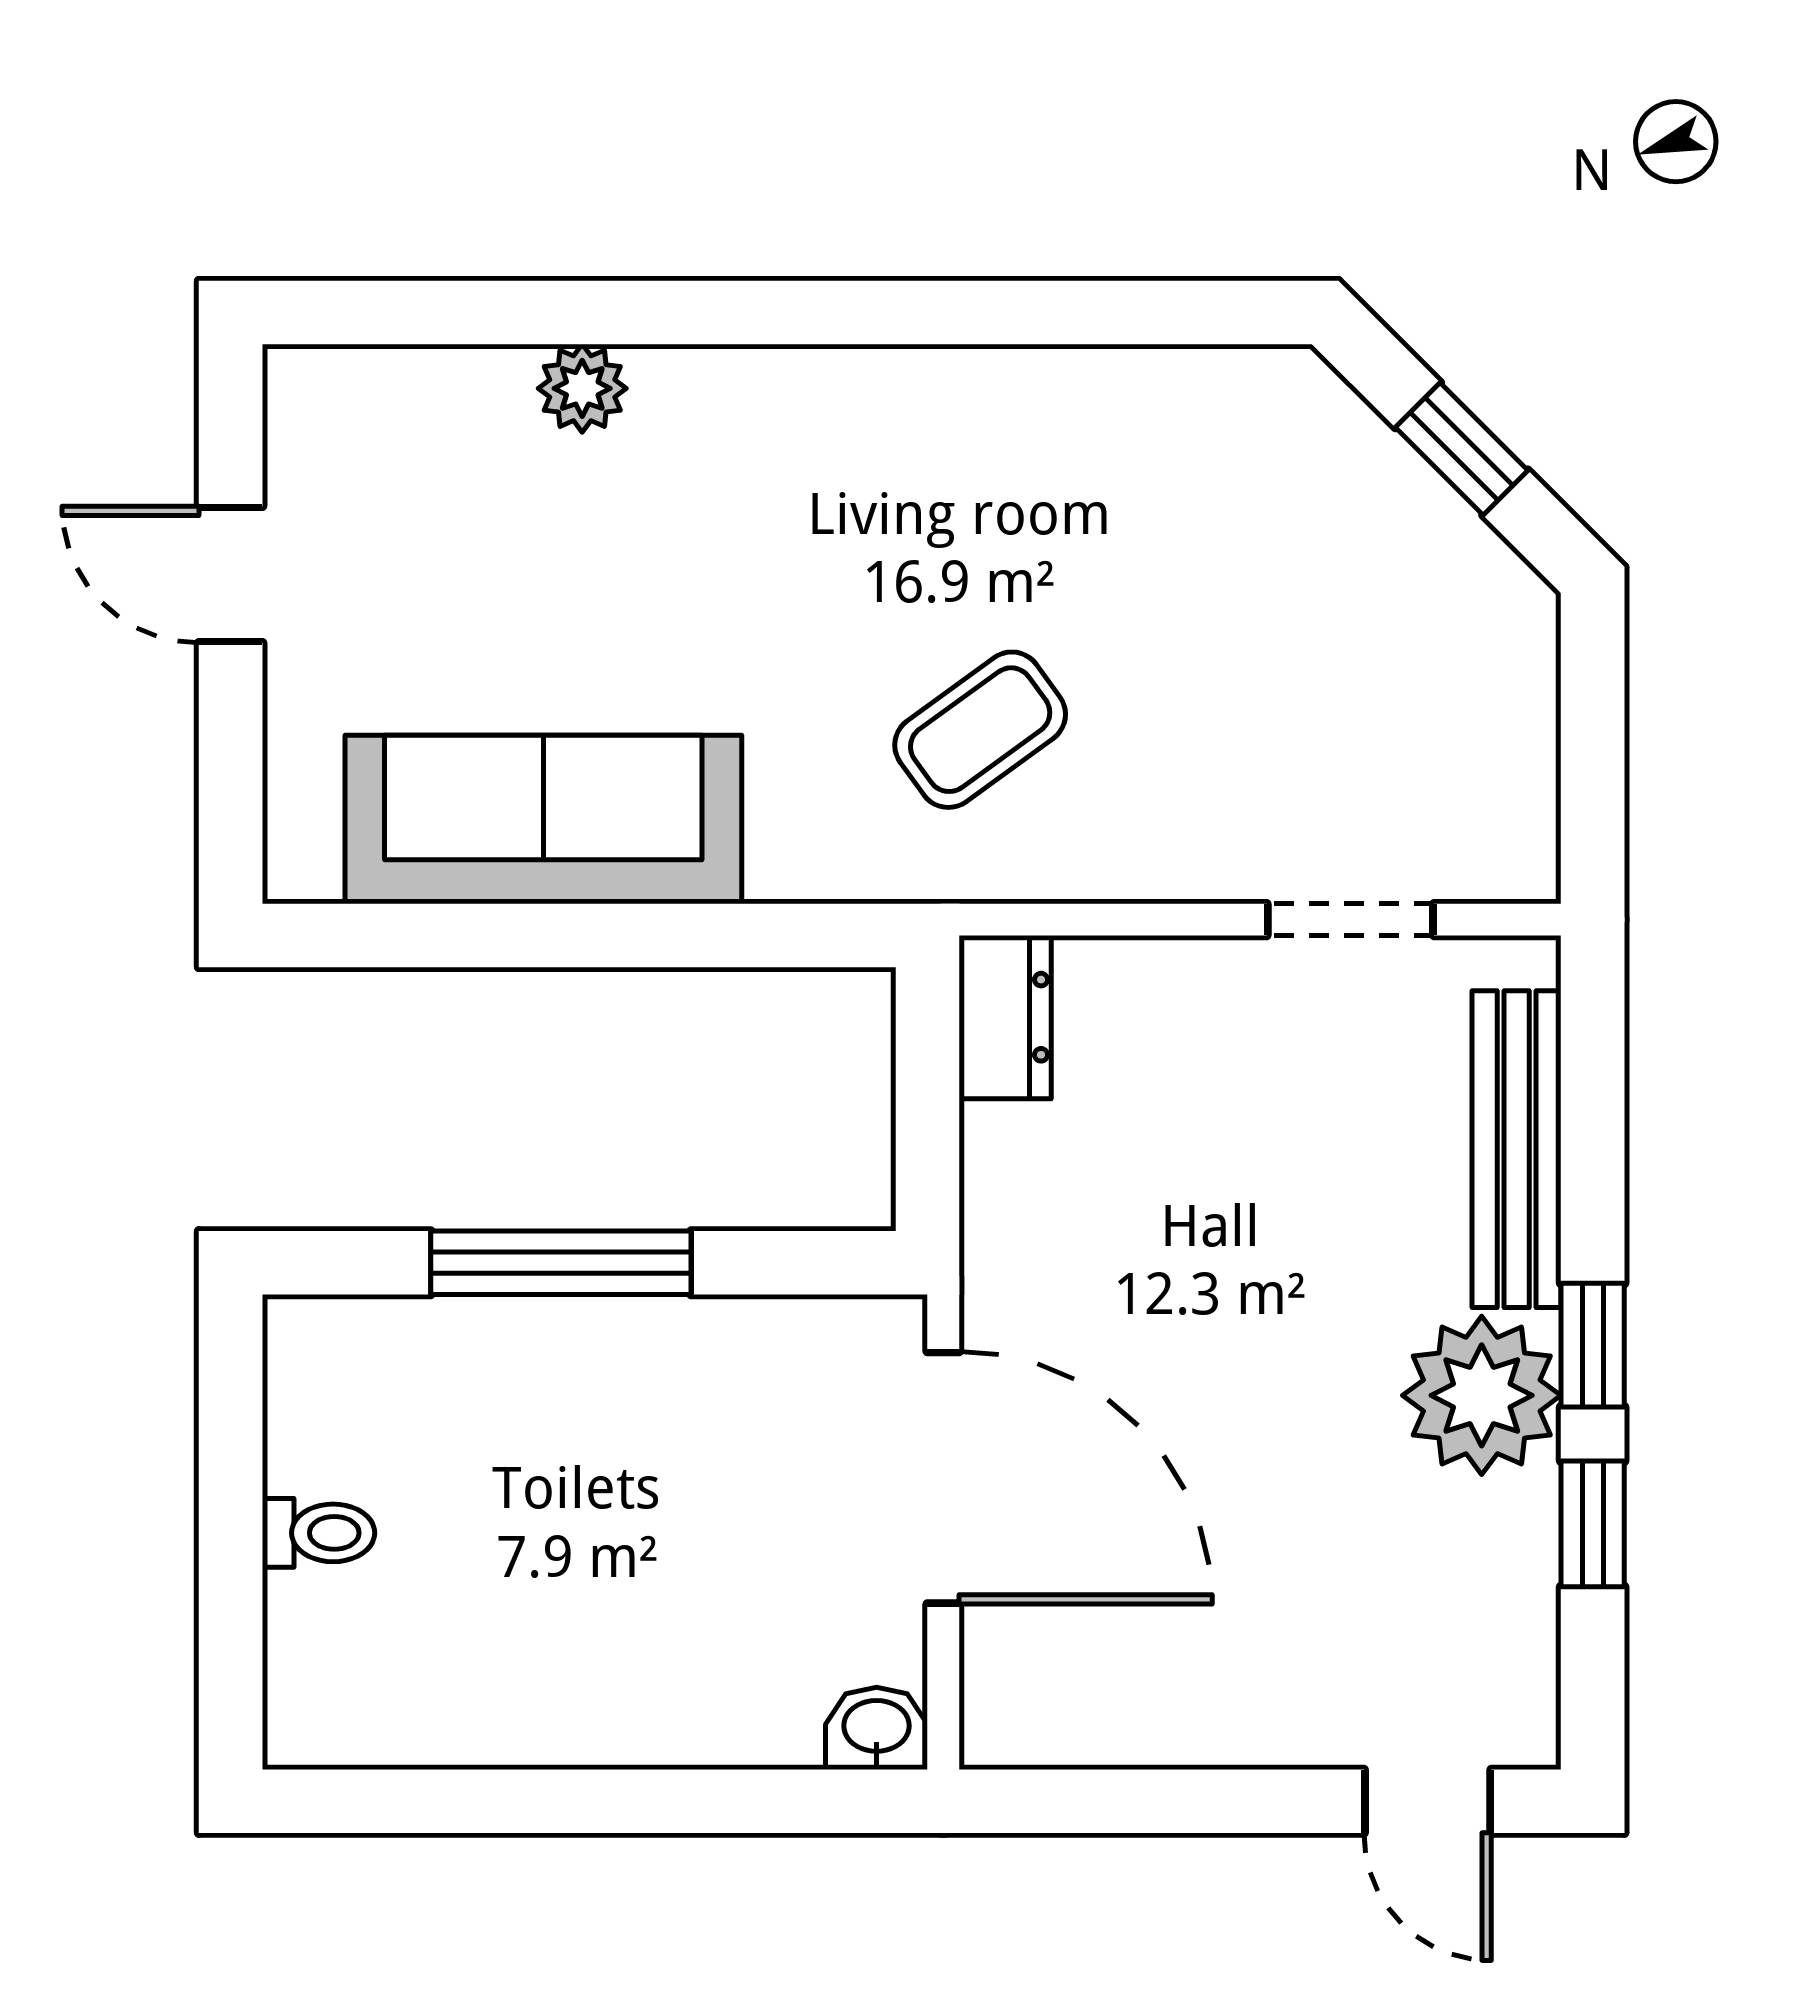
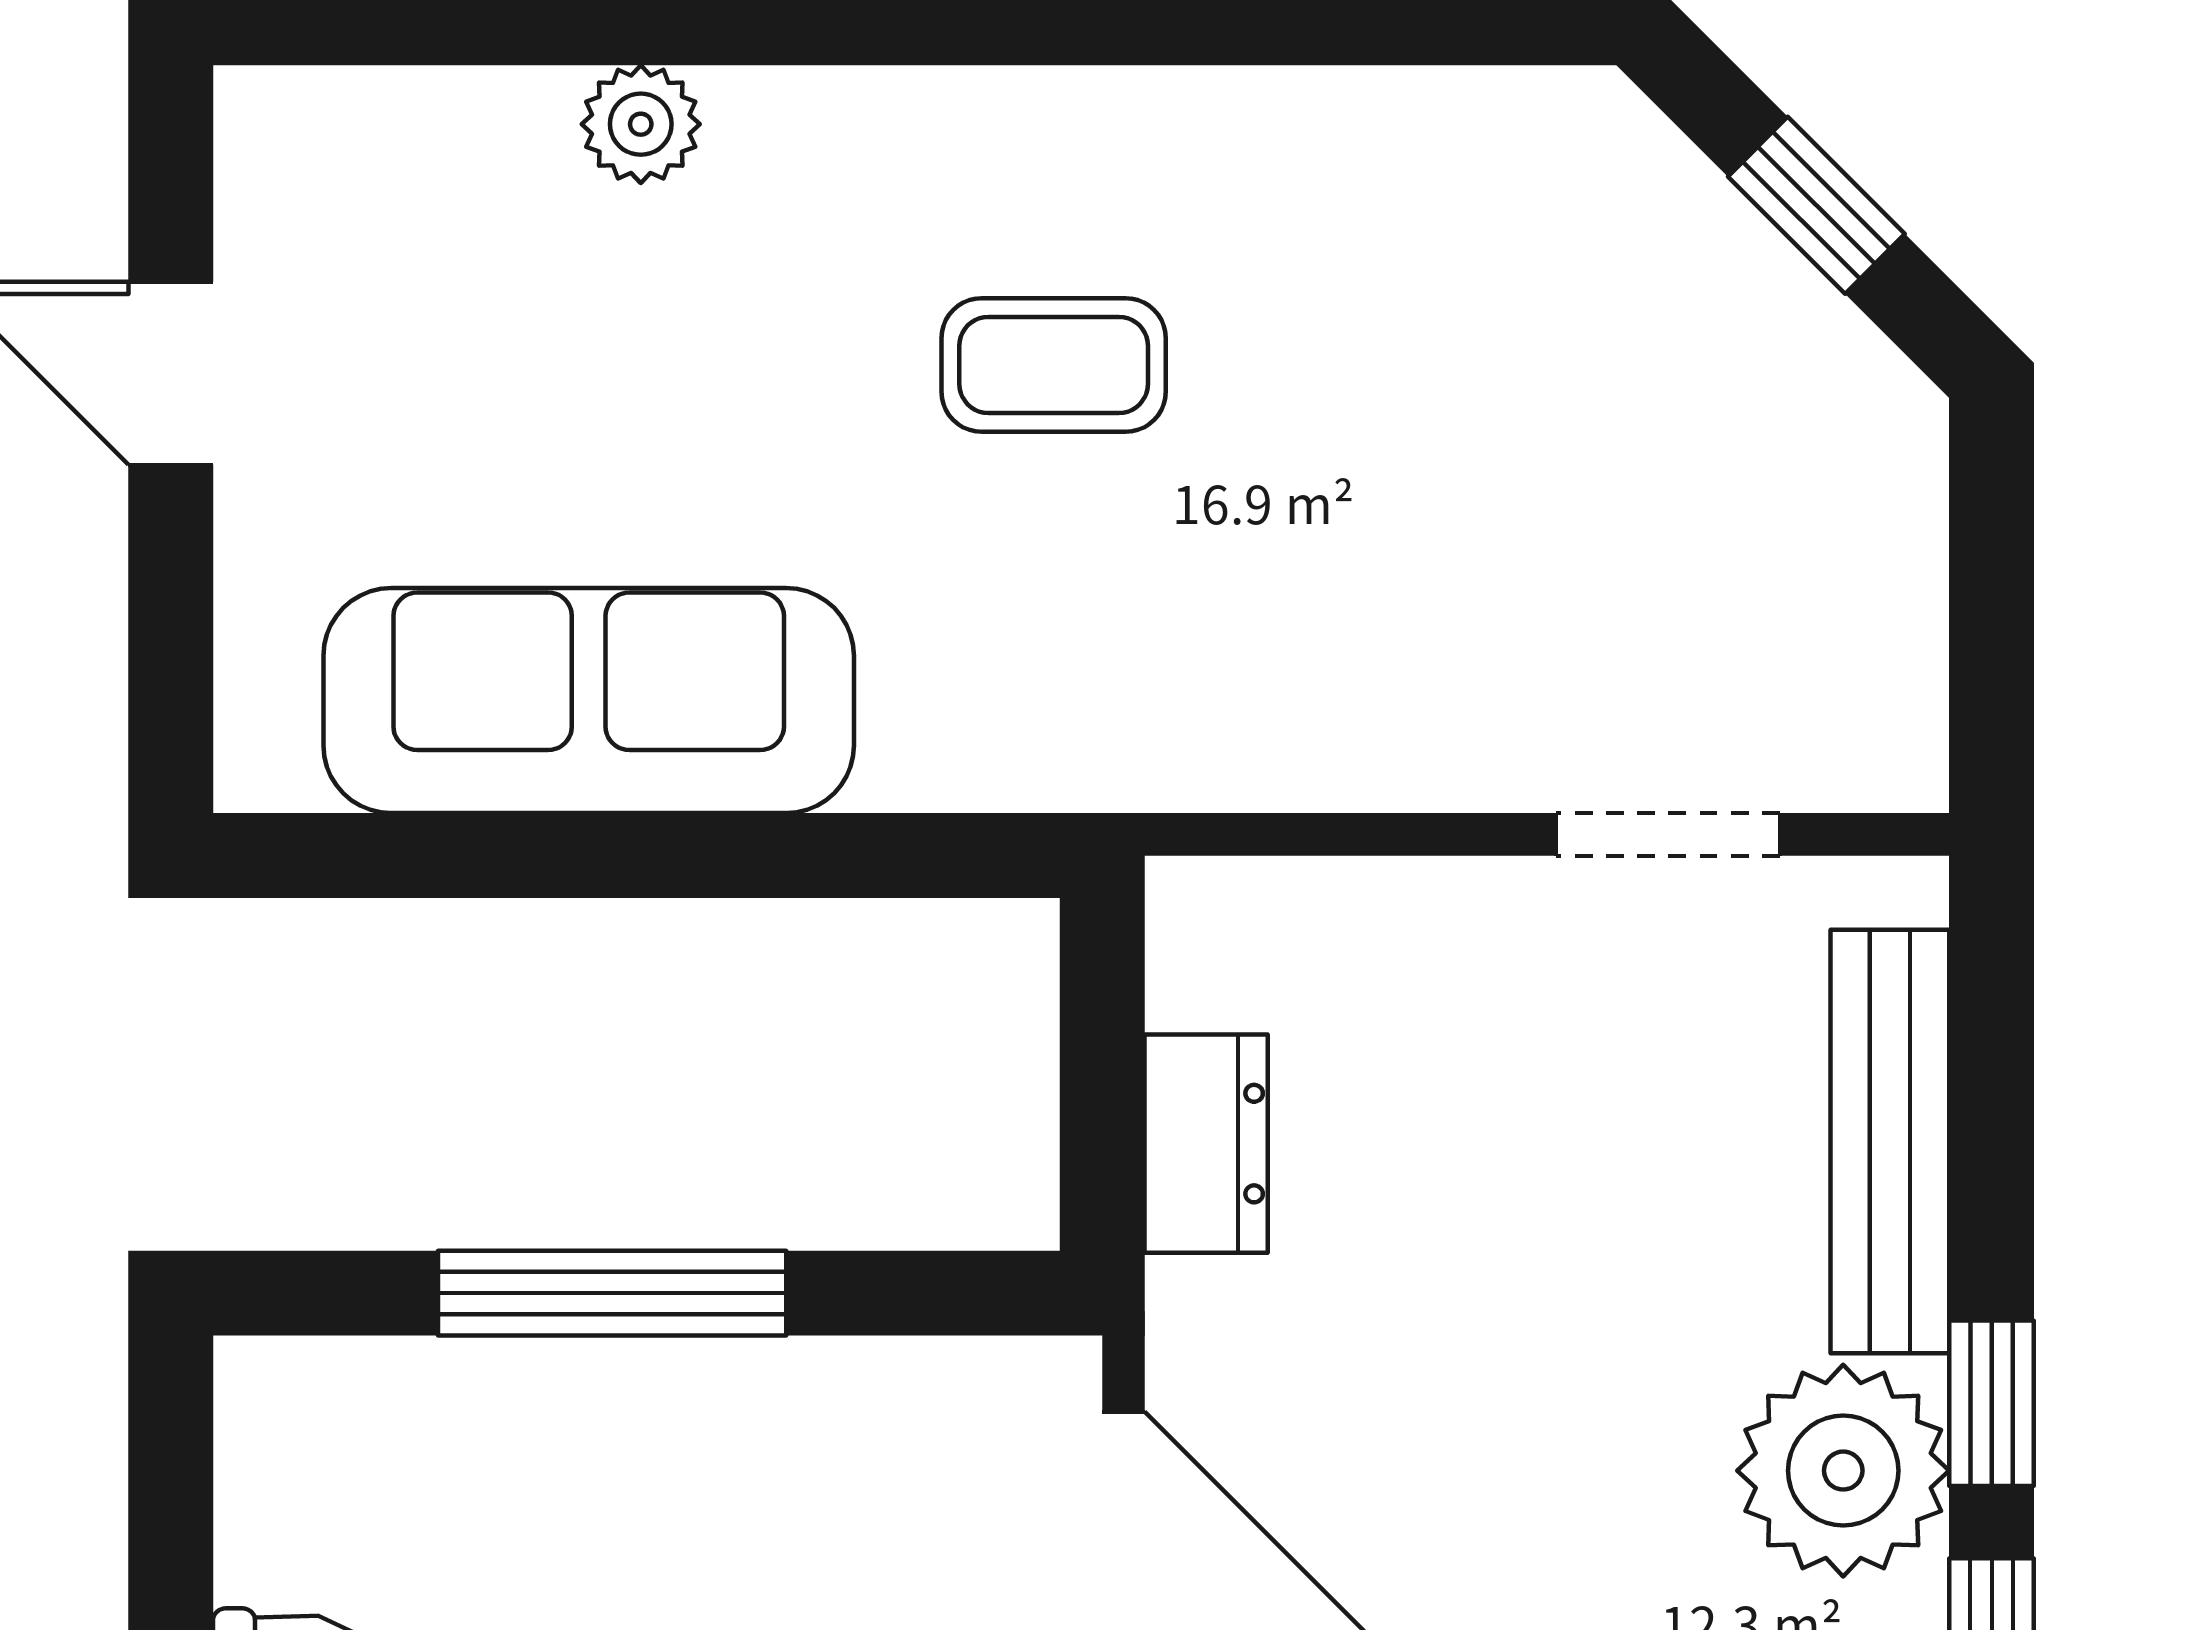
coffee table: (980, 730) -> (1054, 365), moved, turned 36
dresser: (1005, 1017) -> (1206, 1144), moved

